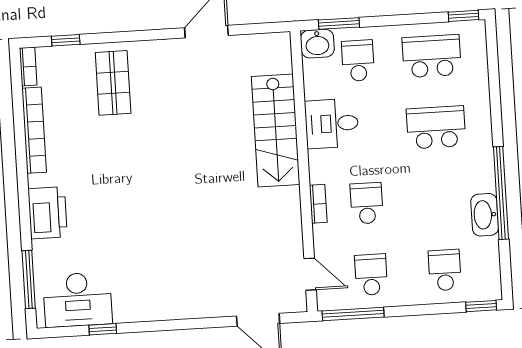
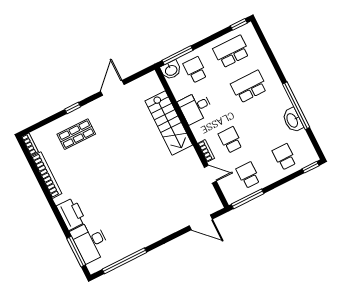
window: (339, 24) -> (178, 55), width x1.44
window: (66, 40) -> (73, 108), moved
shop shelf: (113, 83) -> (76, 134), turned 90
door: (310, 274) -> (210, 174), moved
desk: (78, 300) -> (90, 242), moved, turned 90
window: (103, 329) -> (124, 261), width x3.17

